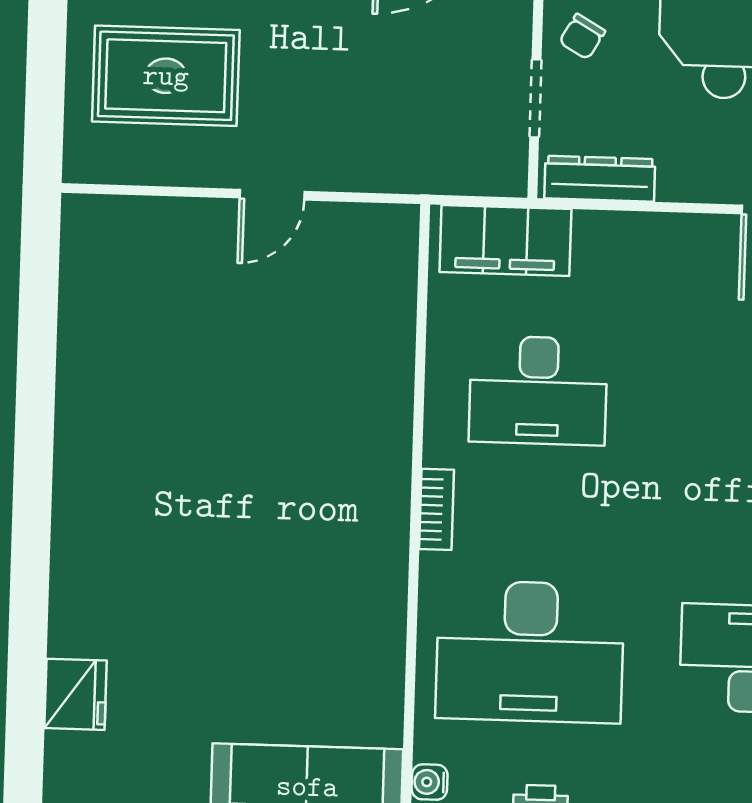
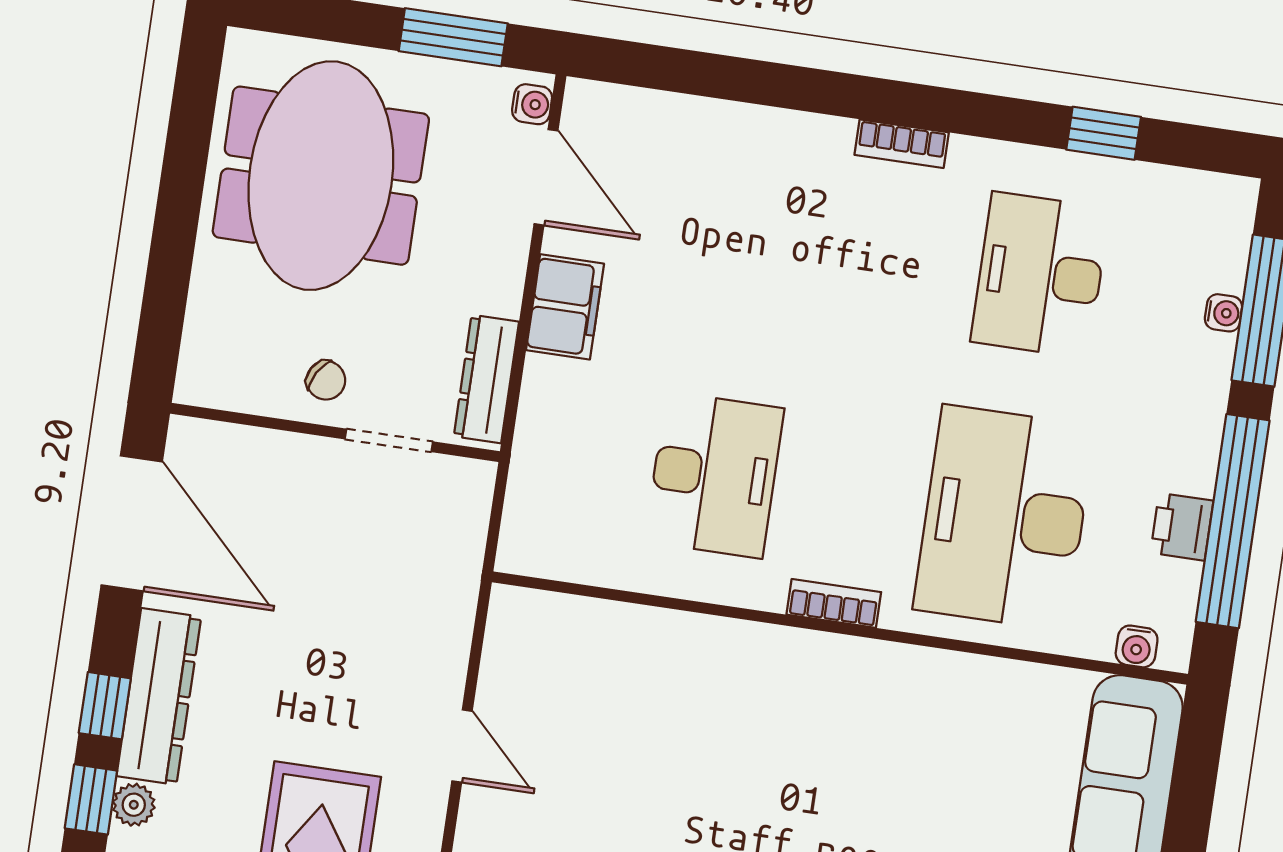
filing cabinet: (505, 240) -> (565, 307), moved, width x0.67, depth x0.86
desk: (530, 652) -> (1004, 518), turned 180

